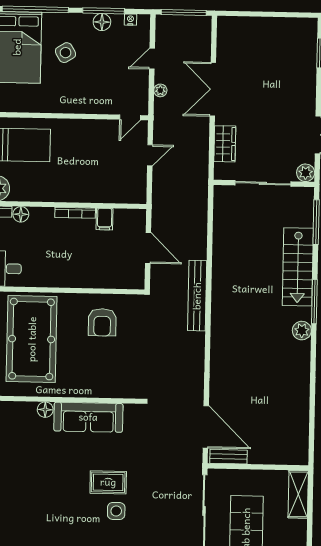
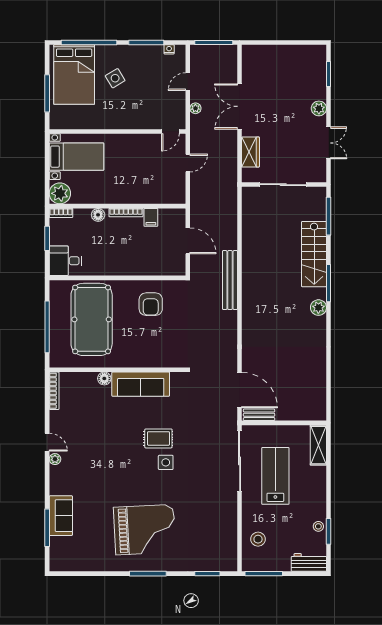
floor lamp: (102, 22) -> (145, 52), removed
plant: (306, 173) -> (319, 108), moved
floor lamp: (21, 214) -> (98, 215), moved

